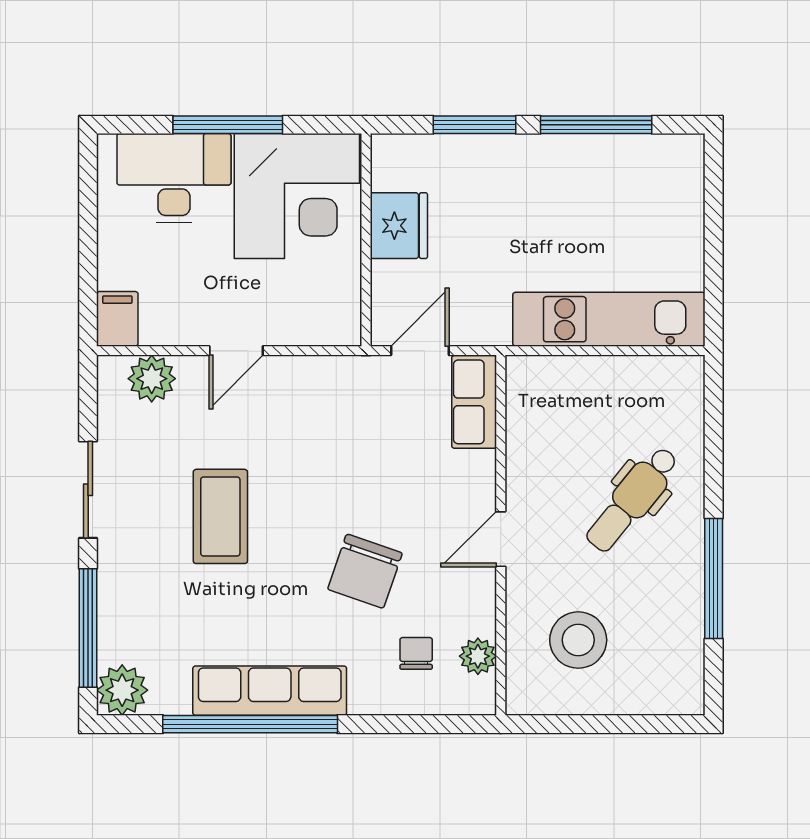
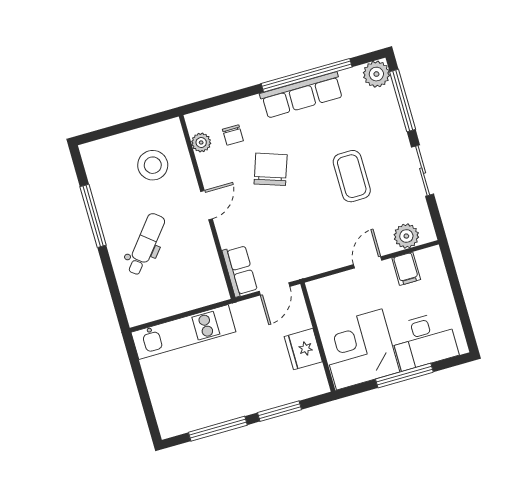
filing cabinet: (117, 319) -> (406, 269), moved

